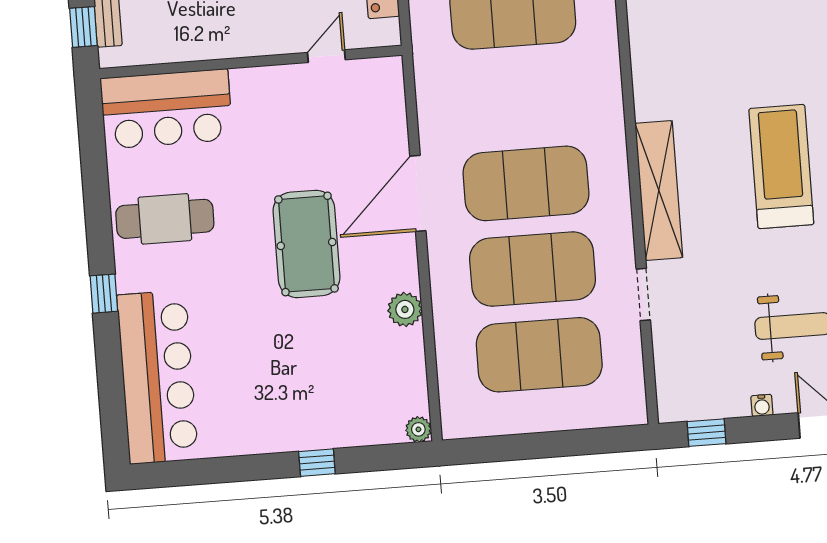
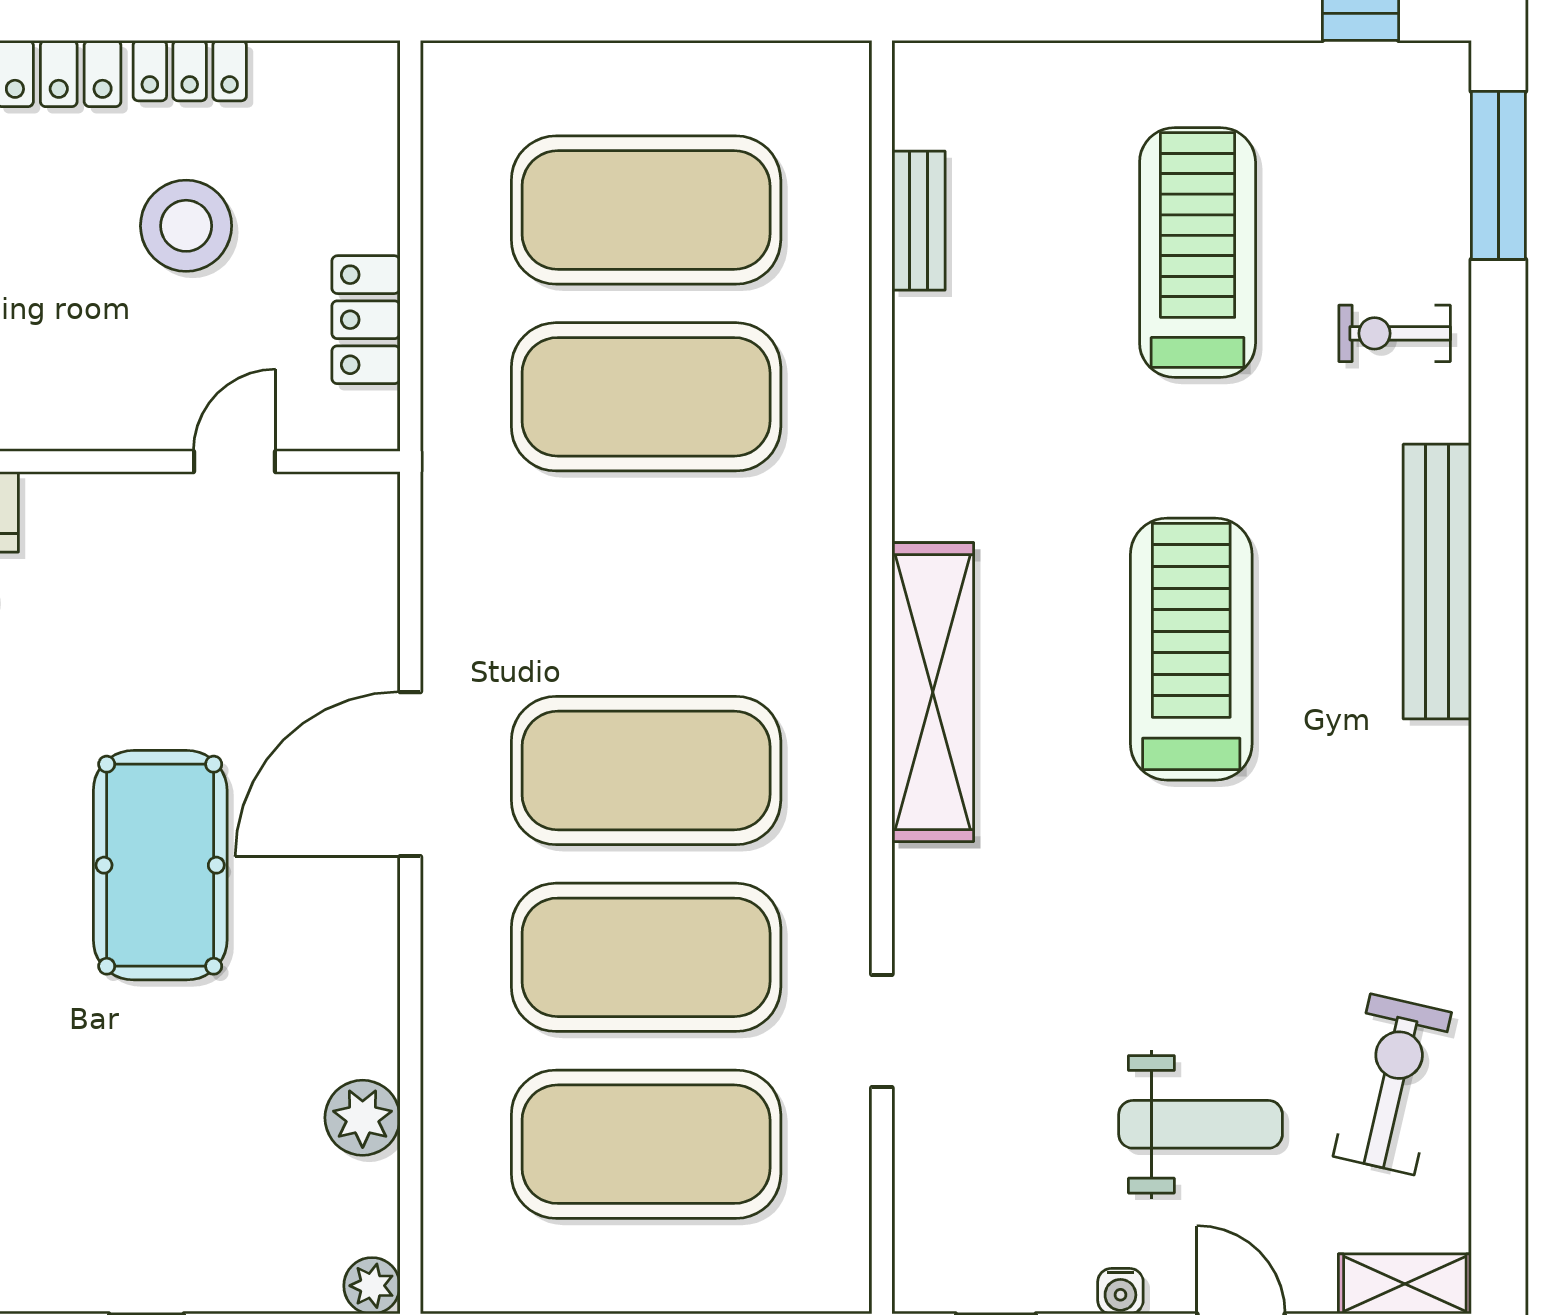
treadmill: (781, 166) -> (1191, 649), moved
shelving: (659, 190) -> (933, 692), moved
plant: (405, 309) -> (363, 1118), moved

